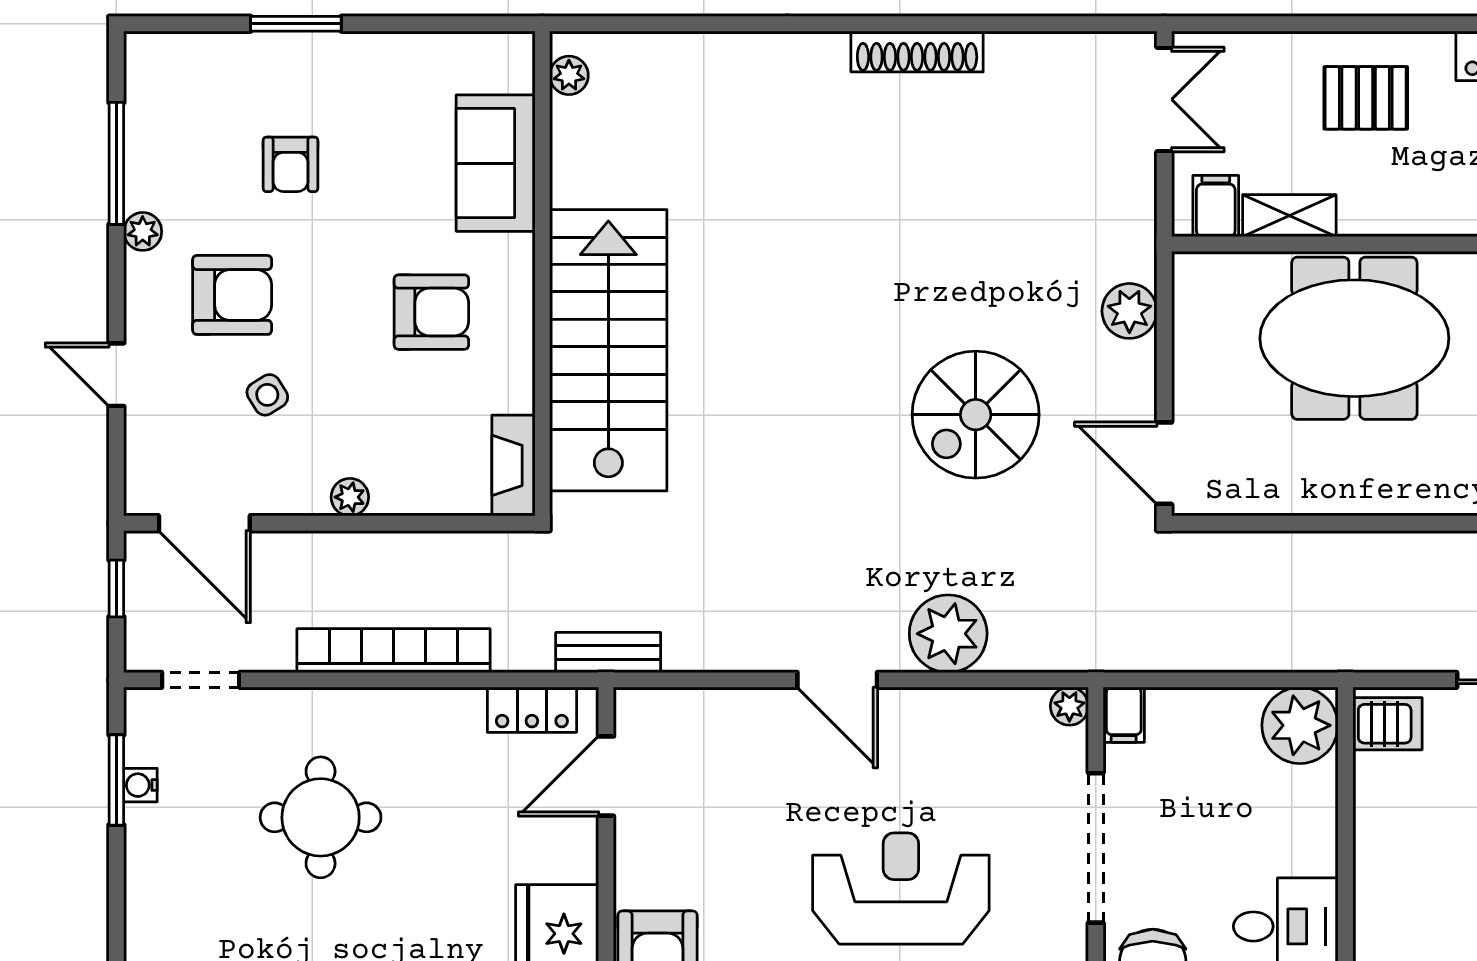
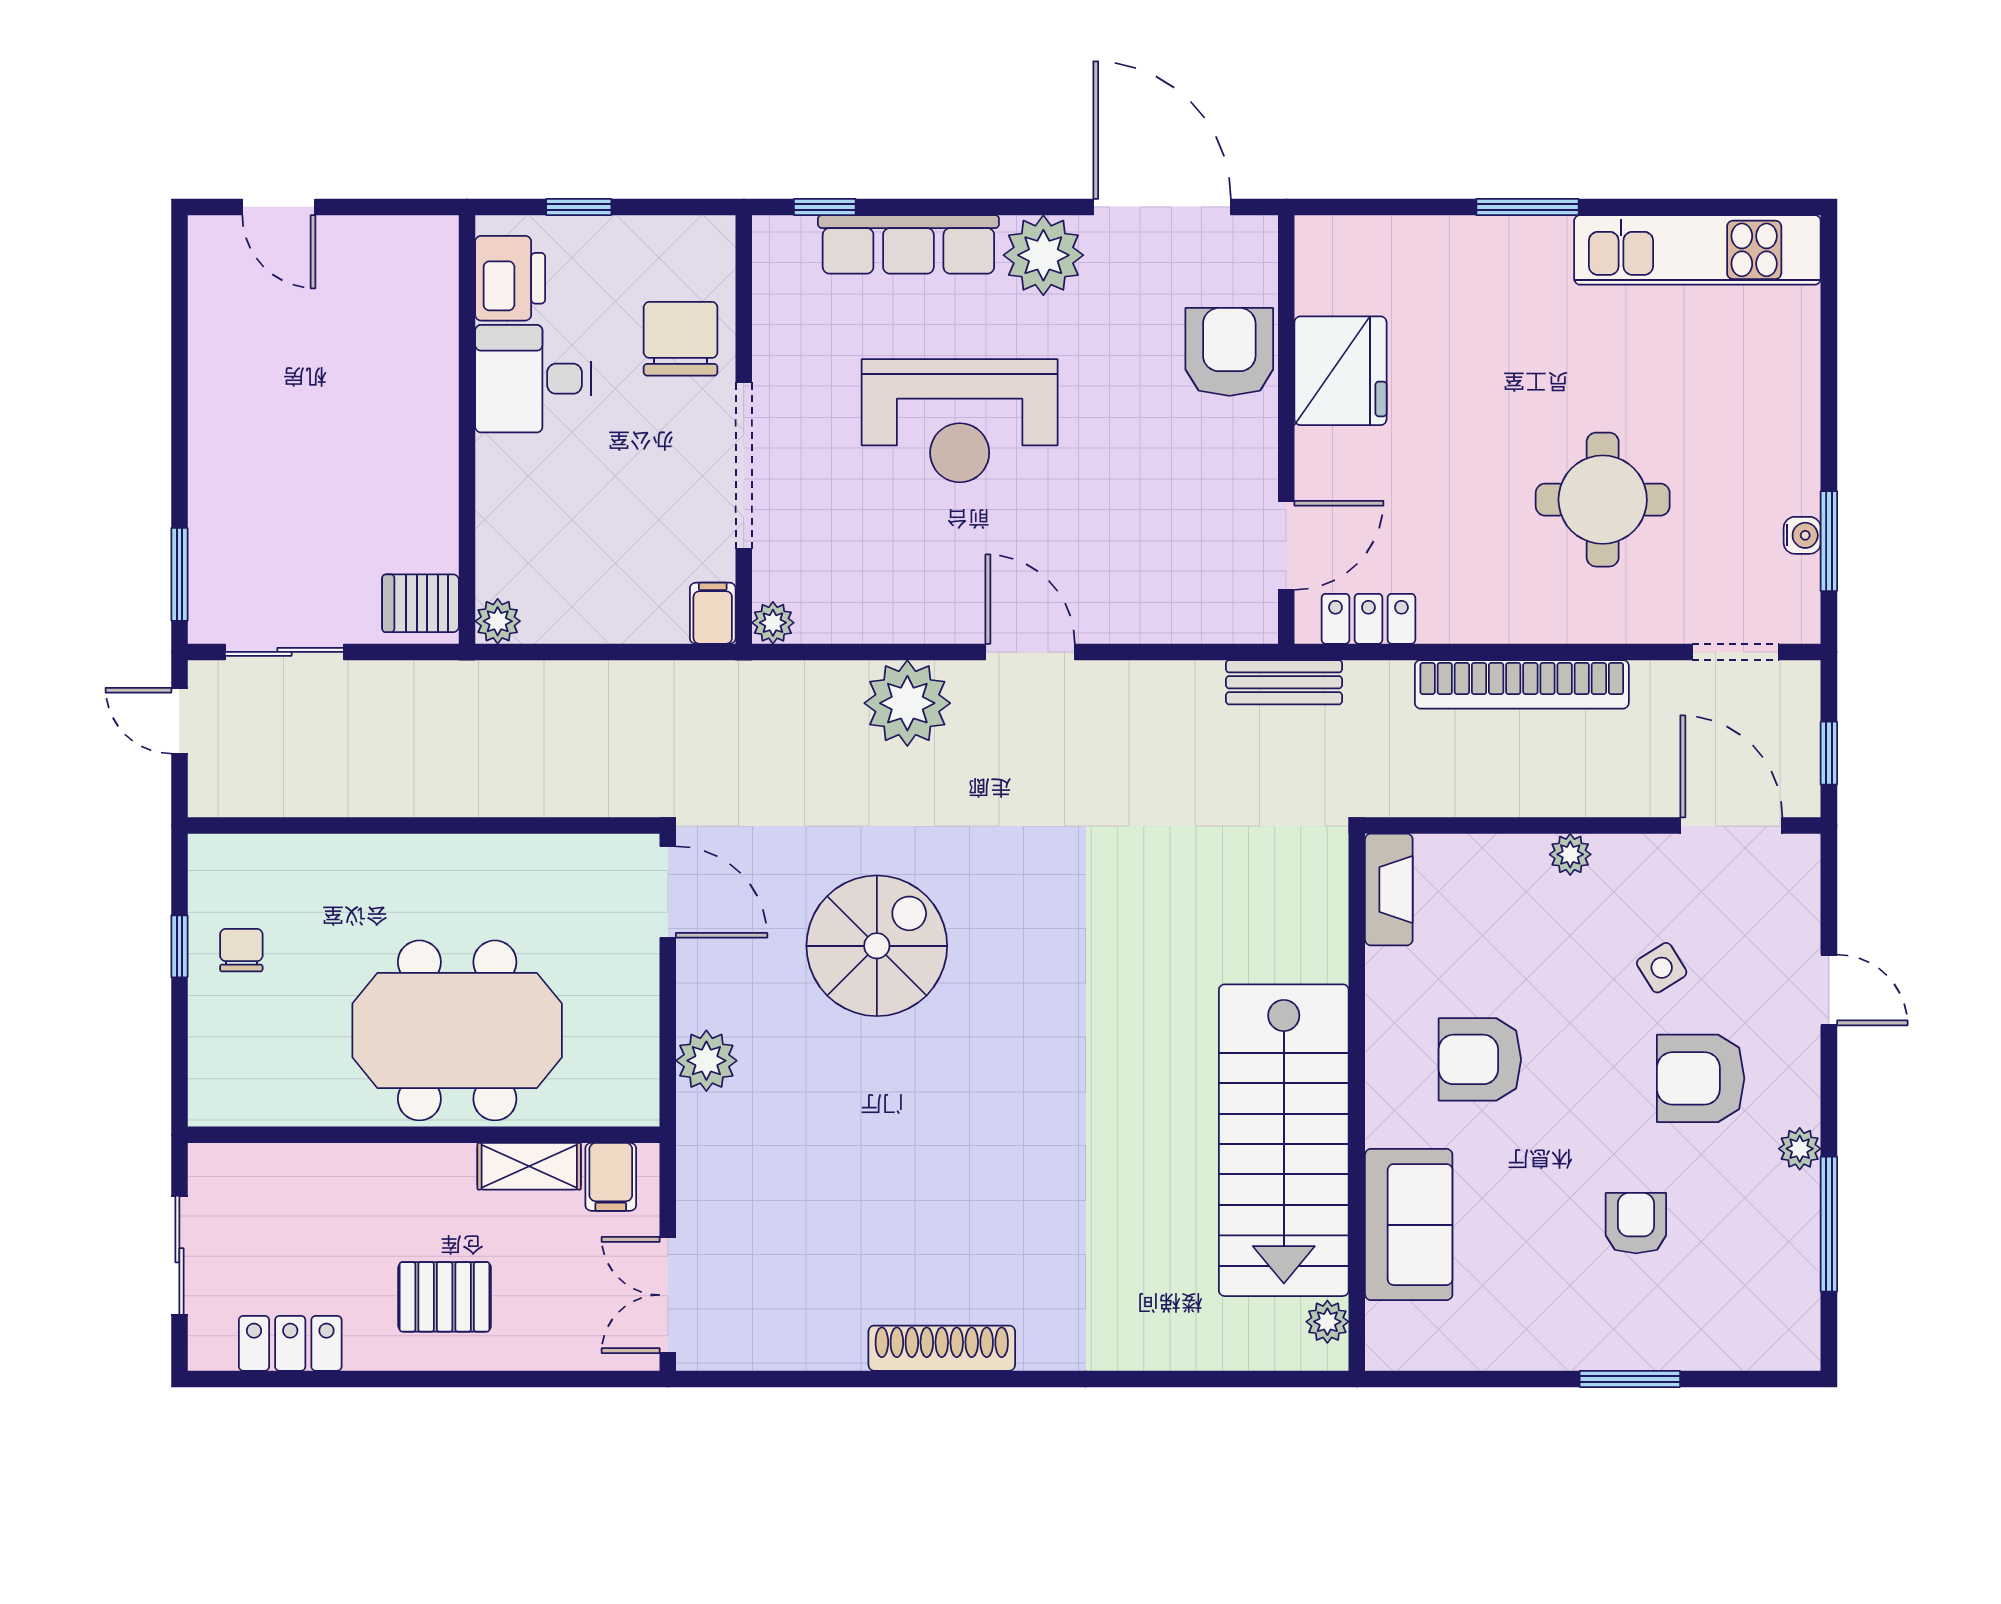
stairs: (608, 350) -> (1284, 1140), moved
plant: (1300, 725) -> (498, 621), width x0.53, depth x0.53

